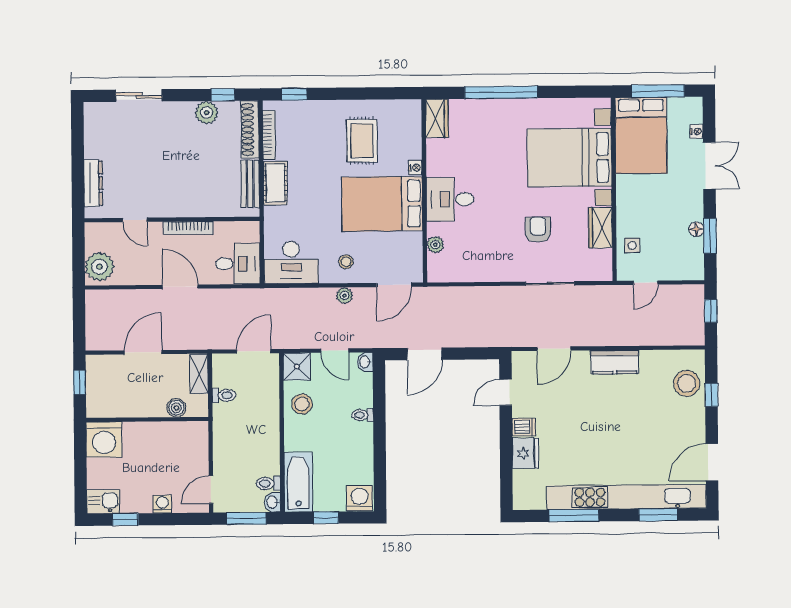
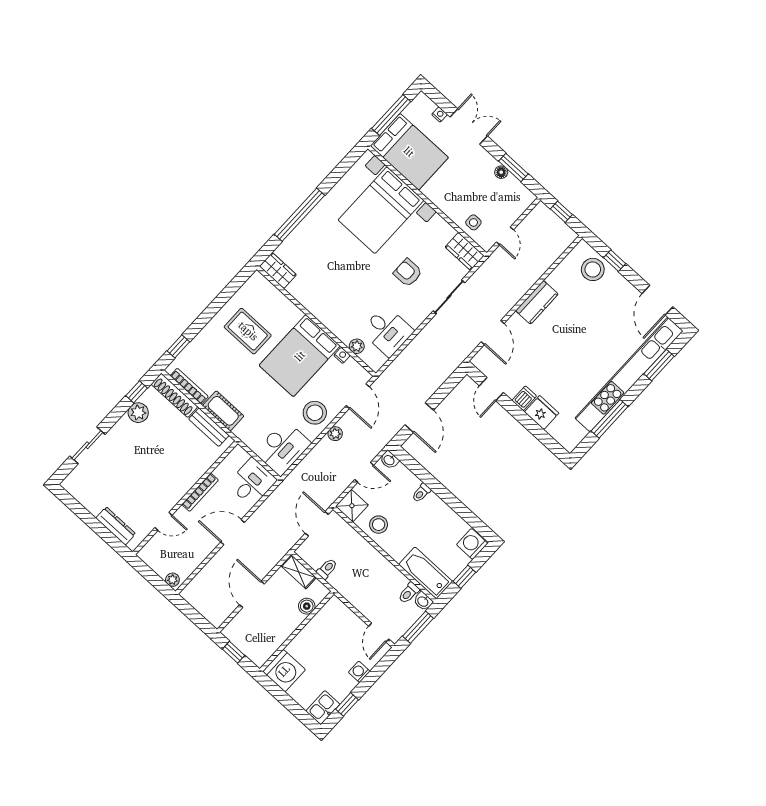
nightstand: (415, 168) -> (342, 355), moved
desk: (450, 199) -> (387, 331), moved, turned -90
wardrobe: (600, 228) -> (465, 251), moved
stool: (346, 262) -> (315, 413), width x1.89, depth x1.89
plant: (99, 267) -> (172, 580), width x0.53, depth x0.53

